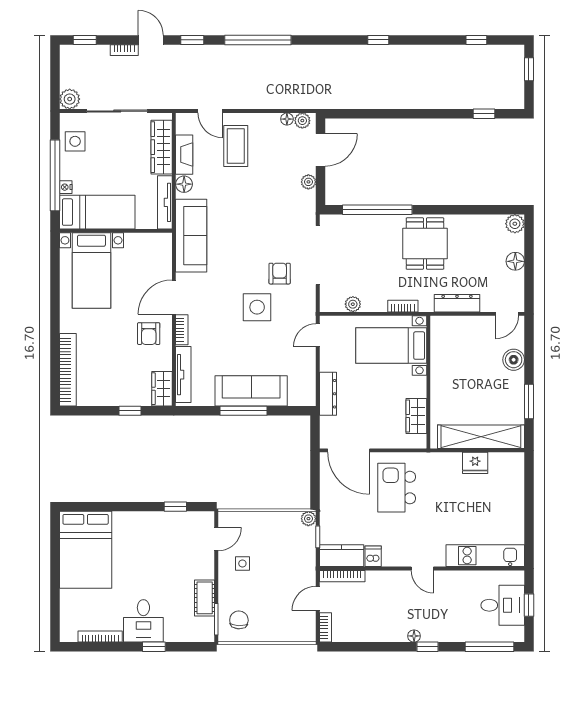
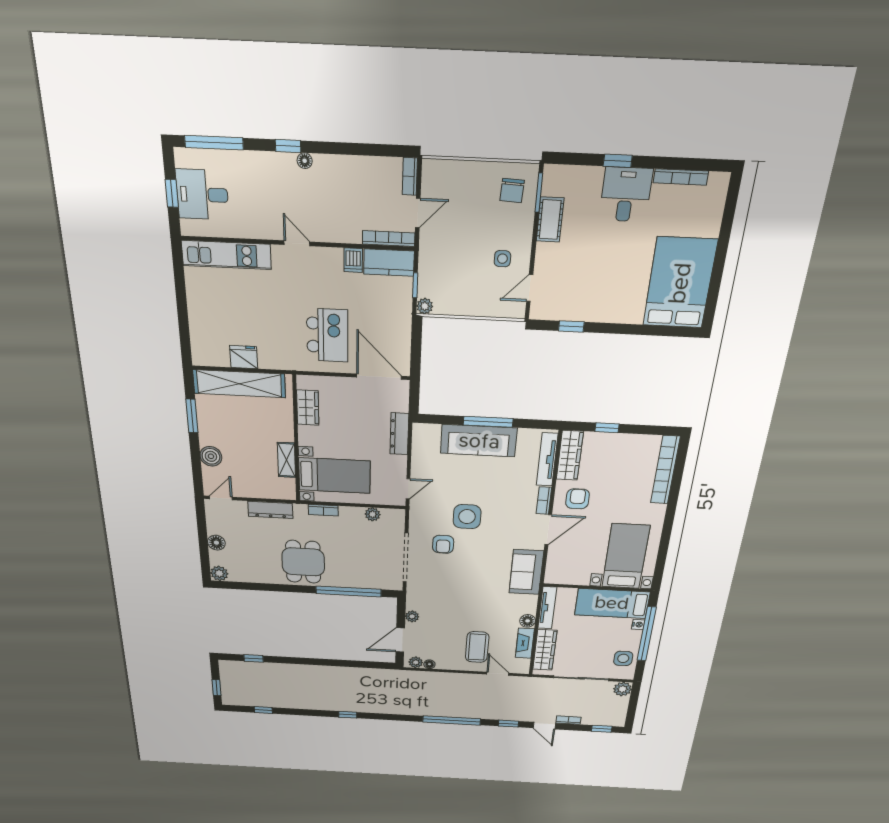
sofa: (191, 236) -> (526, 572), width x0.73
shelving: (439, 360) -> (286, 460), added
wardrobe: (162, 389) -> (570, 455), width x1.50

